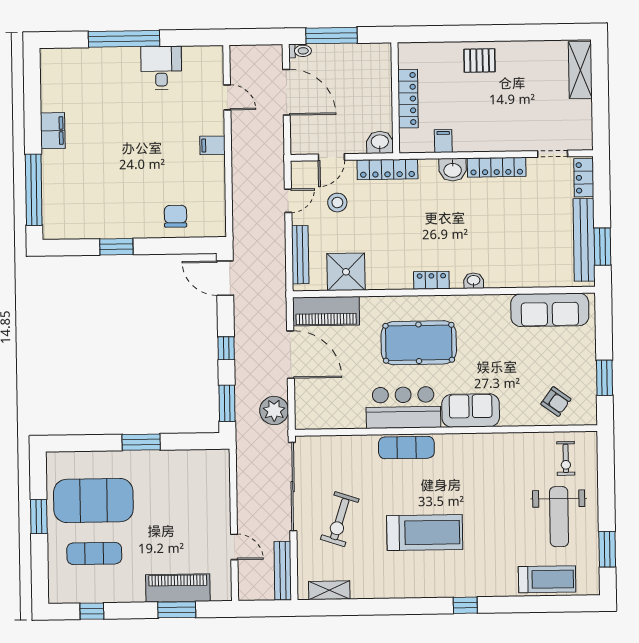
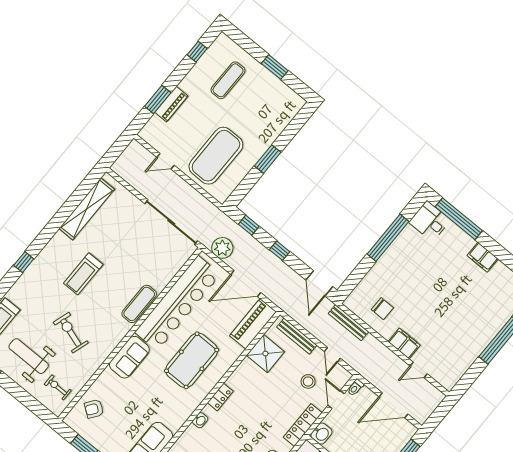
toilet: (300, 51) -> (355, 387), moved
desk: (161, 68) -> (430, 221), moved, turned 180
filing cabinet: (213, 145) -> (404, 343), width x2.00
chair: (176, 216) -> (382, 309), moved
window: (116, 247) -> (388, 238), width x2.11
door: (225, 278) -> (319, 283), swing flipped
window: (227, 403) -> (249, 225), width x0.67
bar counter: (403, 408) -> (178, 303), width x1.86
exercise mat: (93, 501) -> (216, 156), moved
exercise bike: (340, 519) -> (71, 333), moved
treadmill: (425, 533) -> (83, 274), width x0.73, depth x0.73
bench: (283, 571) -> (348, 323), moved
piano: (178, 588) -> (171, 104), width x0.73, depth x0.75
shelving: (329, 590) -> (87, 209), width x2.20, depth x1.33

